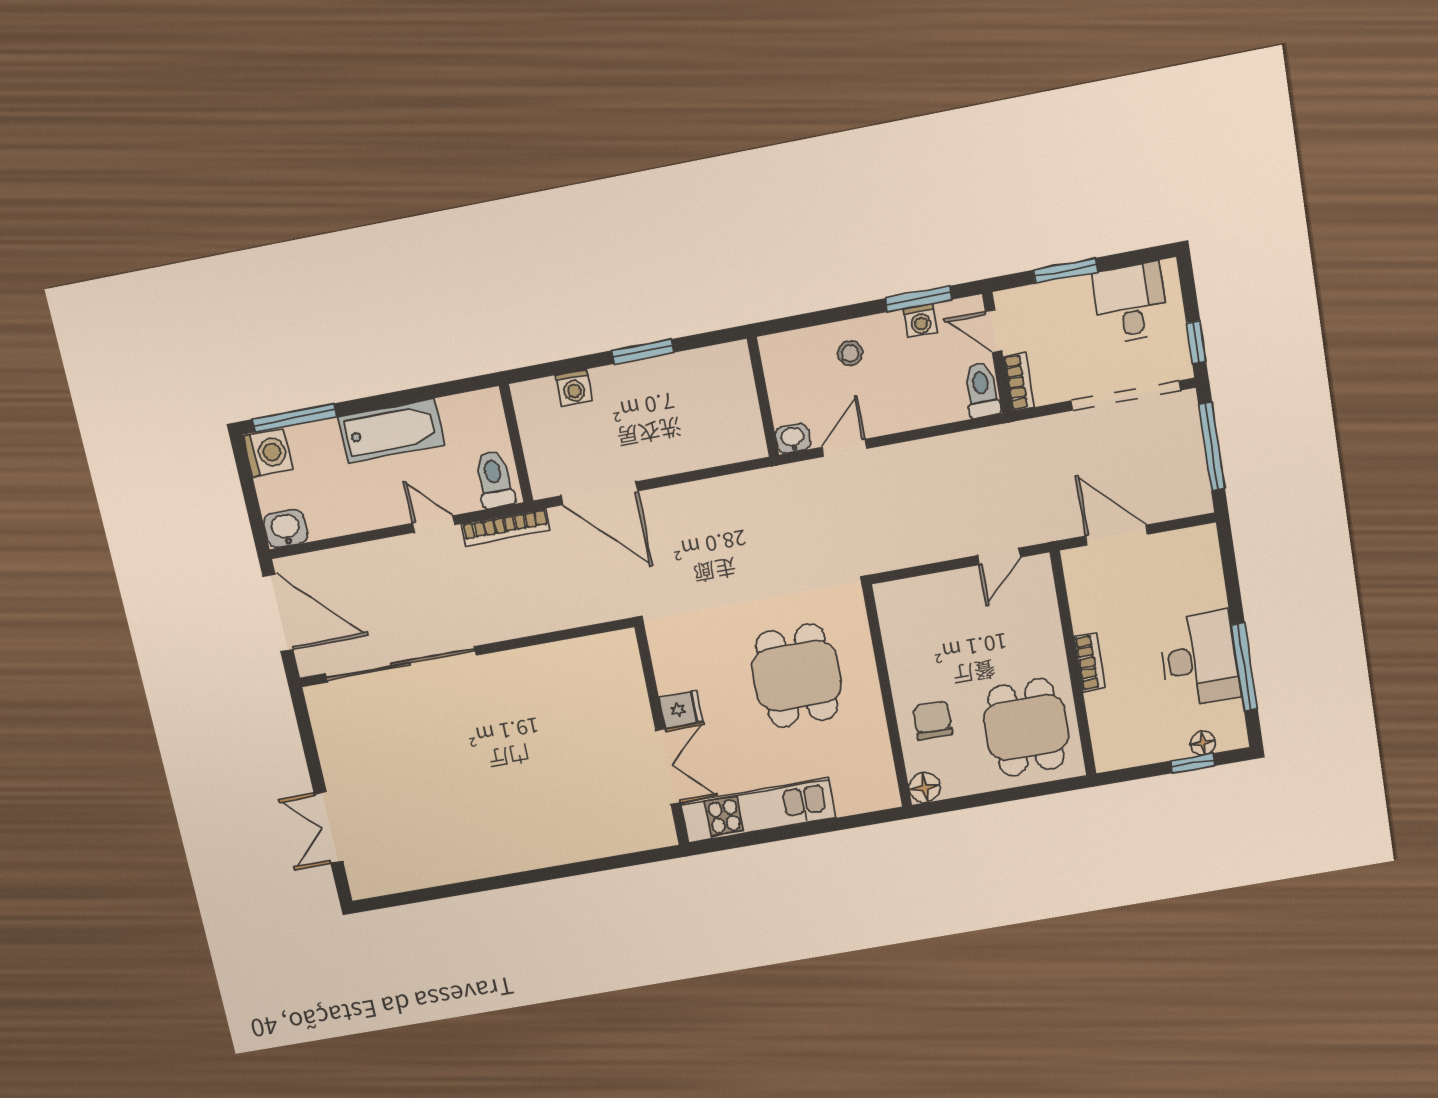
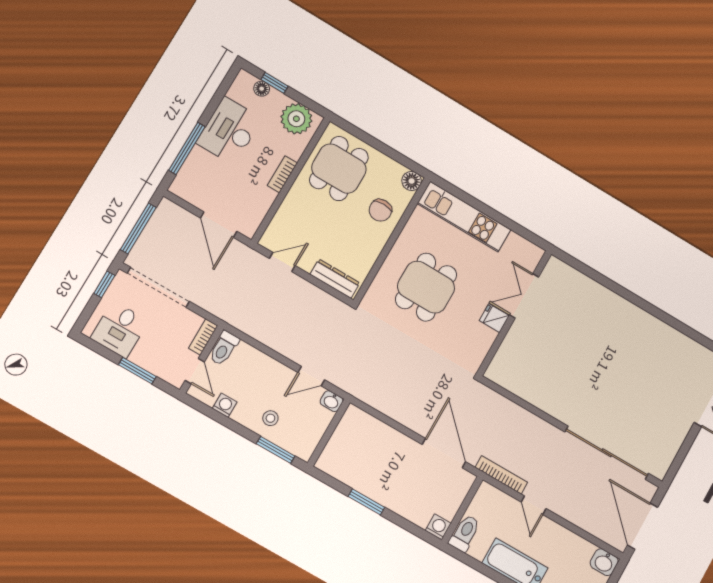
window: (919, 299) -> (276, 450), moved
washing machine: (574, 388) -> (438, 527), moved
toilet: (494, 479) -> (465, 533), moved, turned 180
dresser: (917, 591) -> (335, 279), added
window: (1244, 667) -> (187, 148), moved
plant: (1129, 743) -> (296, 119), added
kitchen unit: (758, 810) -> (464, 217), moved

